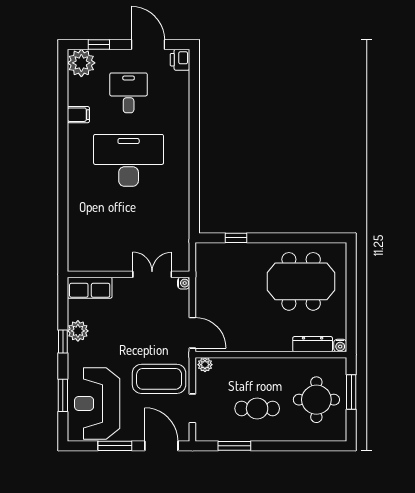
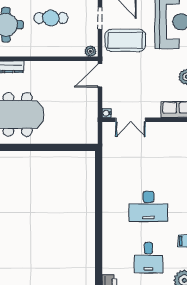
desk: (129, 160) -> (148, 206), width x0.73, depth x0.77
window: (236, 238) -> (67, 147), removed
door: (192, 333) -> (100, 75), hinge flipped

